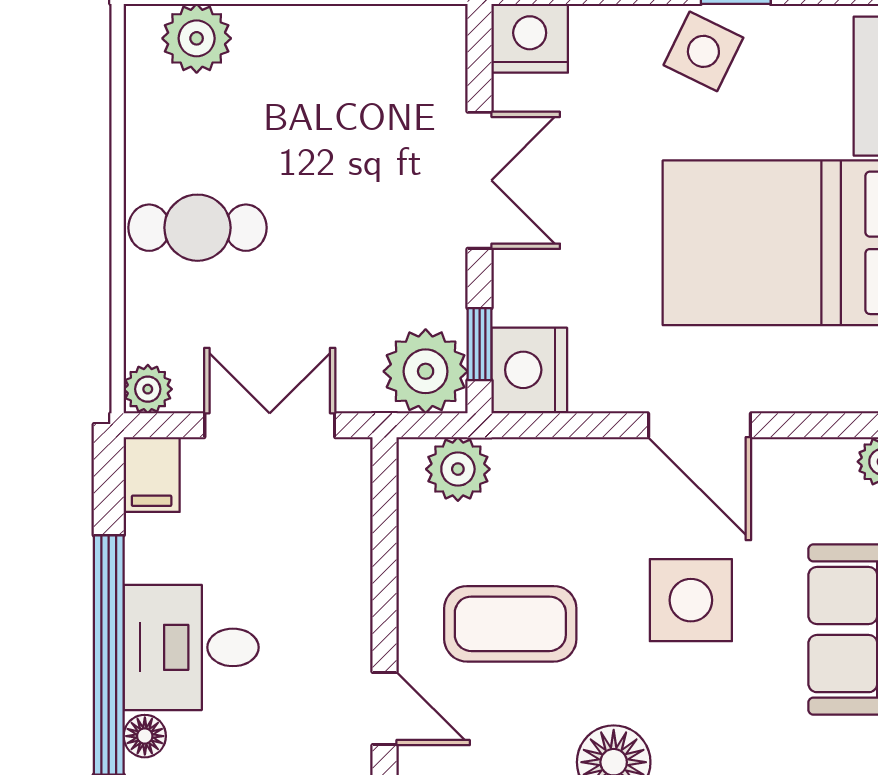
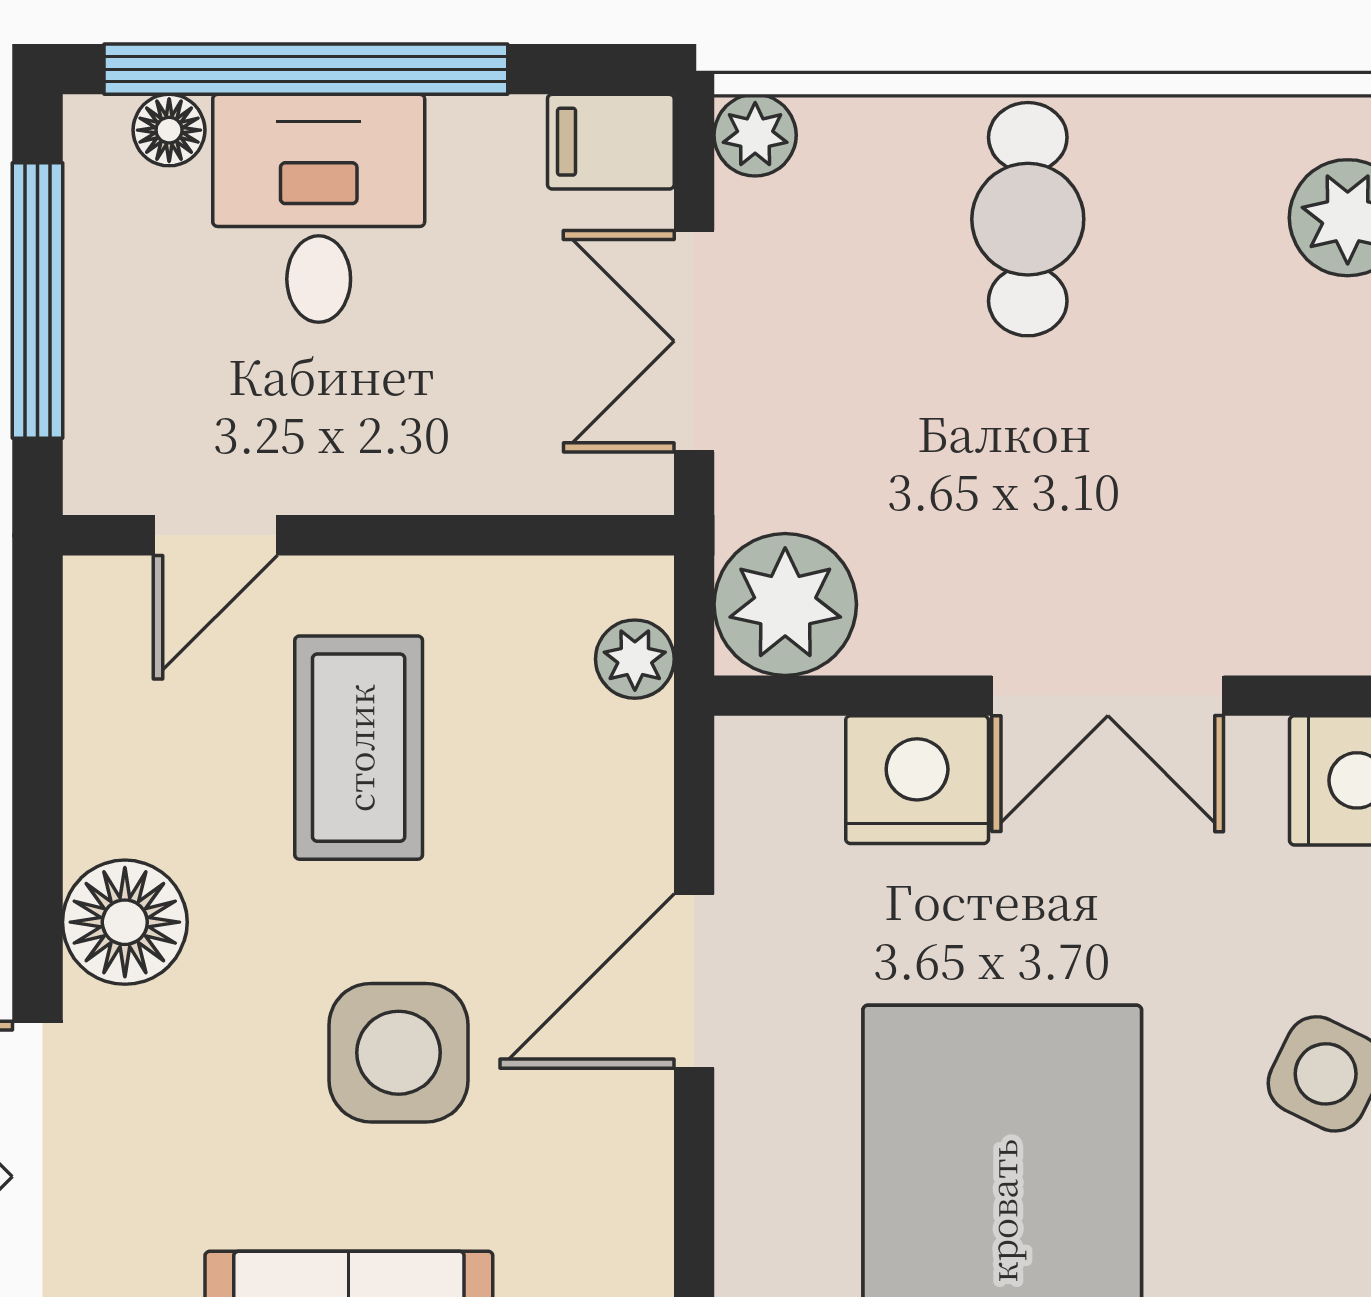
window: (480, 344) -> (831, 696), removed
nightstand: (529, 370) -> (917, 780), moved
double door: (270, 425) -> (694, 341), swing flipped
door: (699, 425) -> (694, 981), moved
plant: (458, 469) -> (635, 659), width x0.73, depth x0.73

